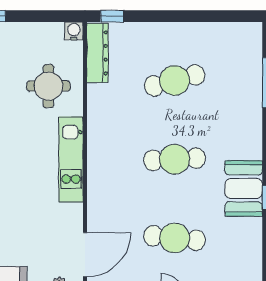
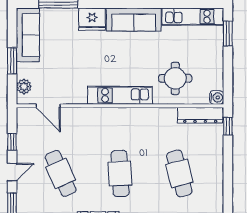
cafe table: (175, 238) -> (61, 173), turned -30
door: (85, 254) -> (48, 106), width x0.73

